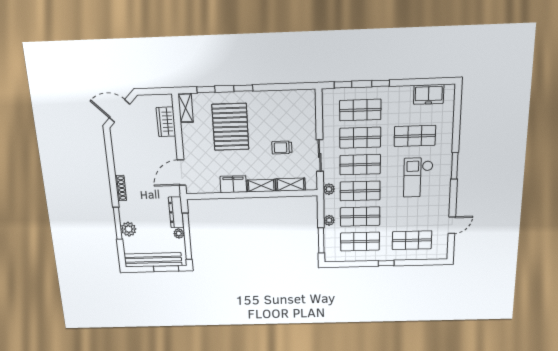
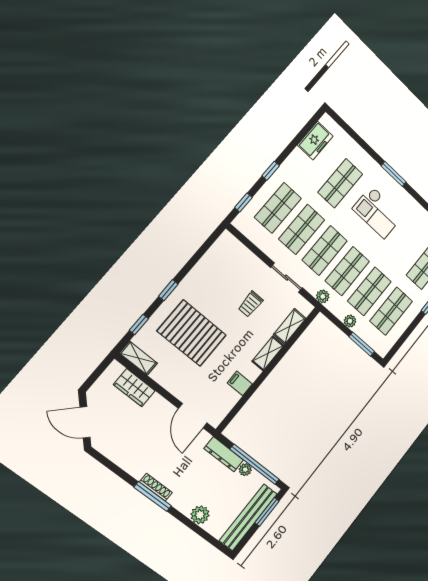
door: (120, 111) -> (85, 422), hinge flipped
filing cabinet: (233, 184) -> (240, 383), width x0.50
window: (118, 223) -> (153, 497), moved

